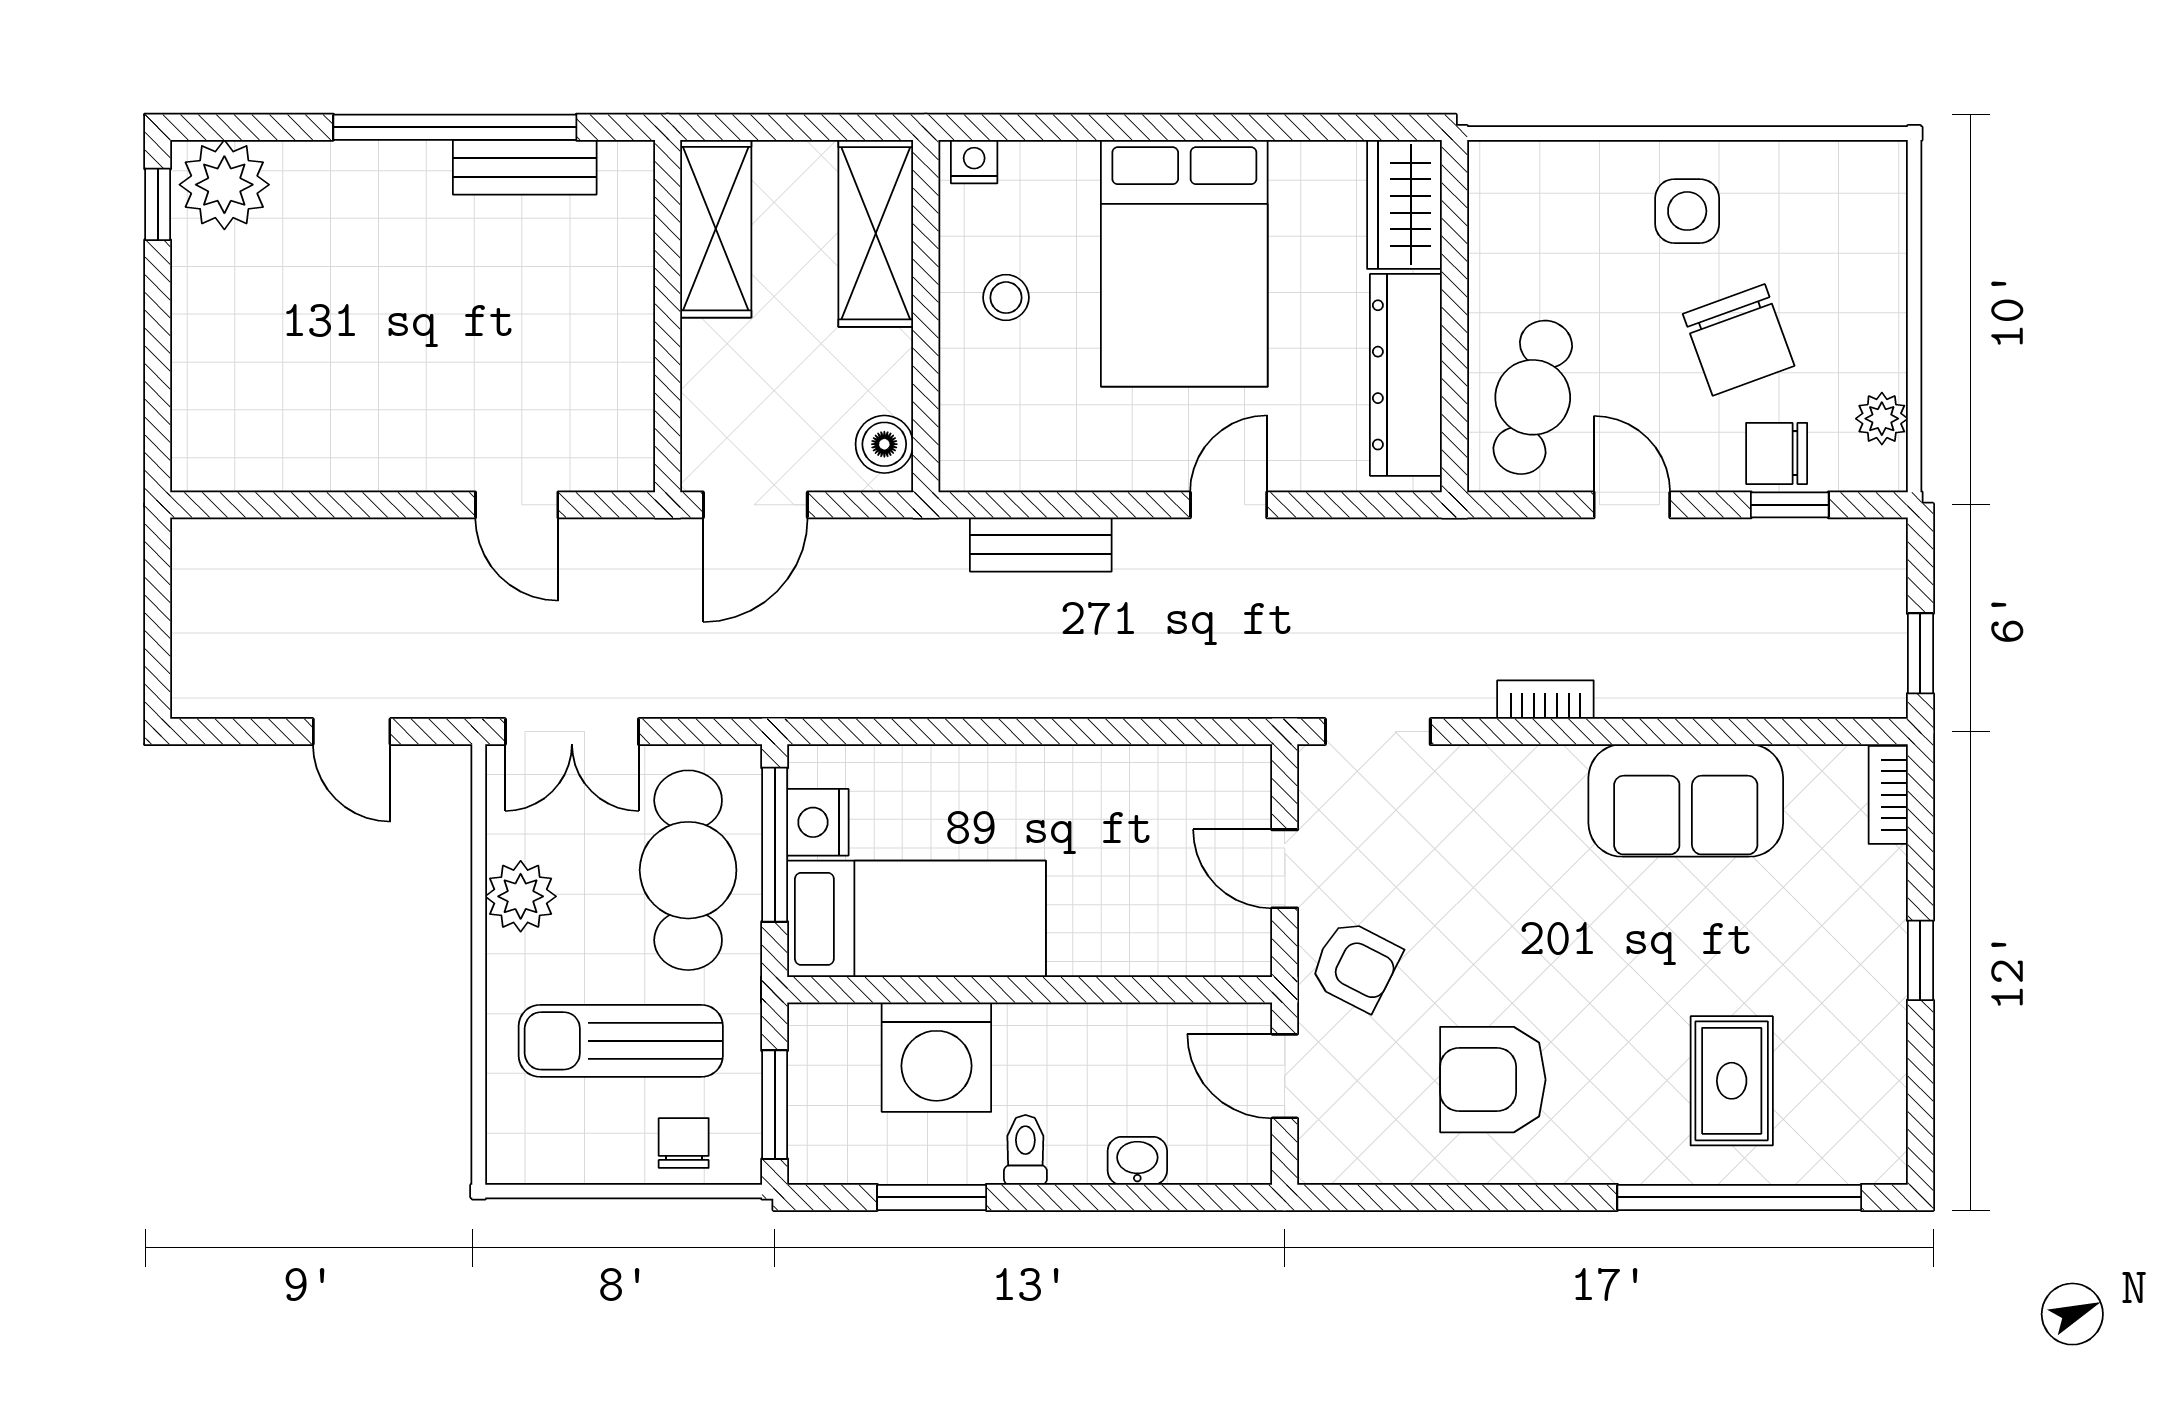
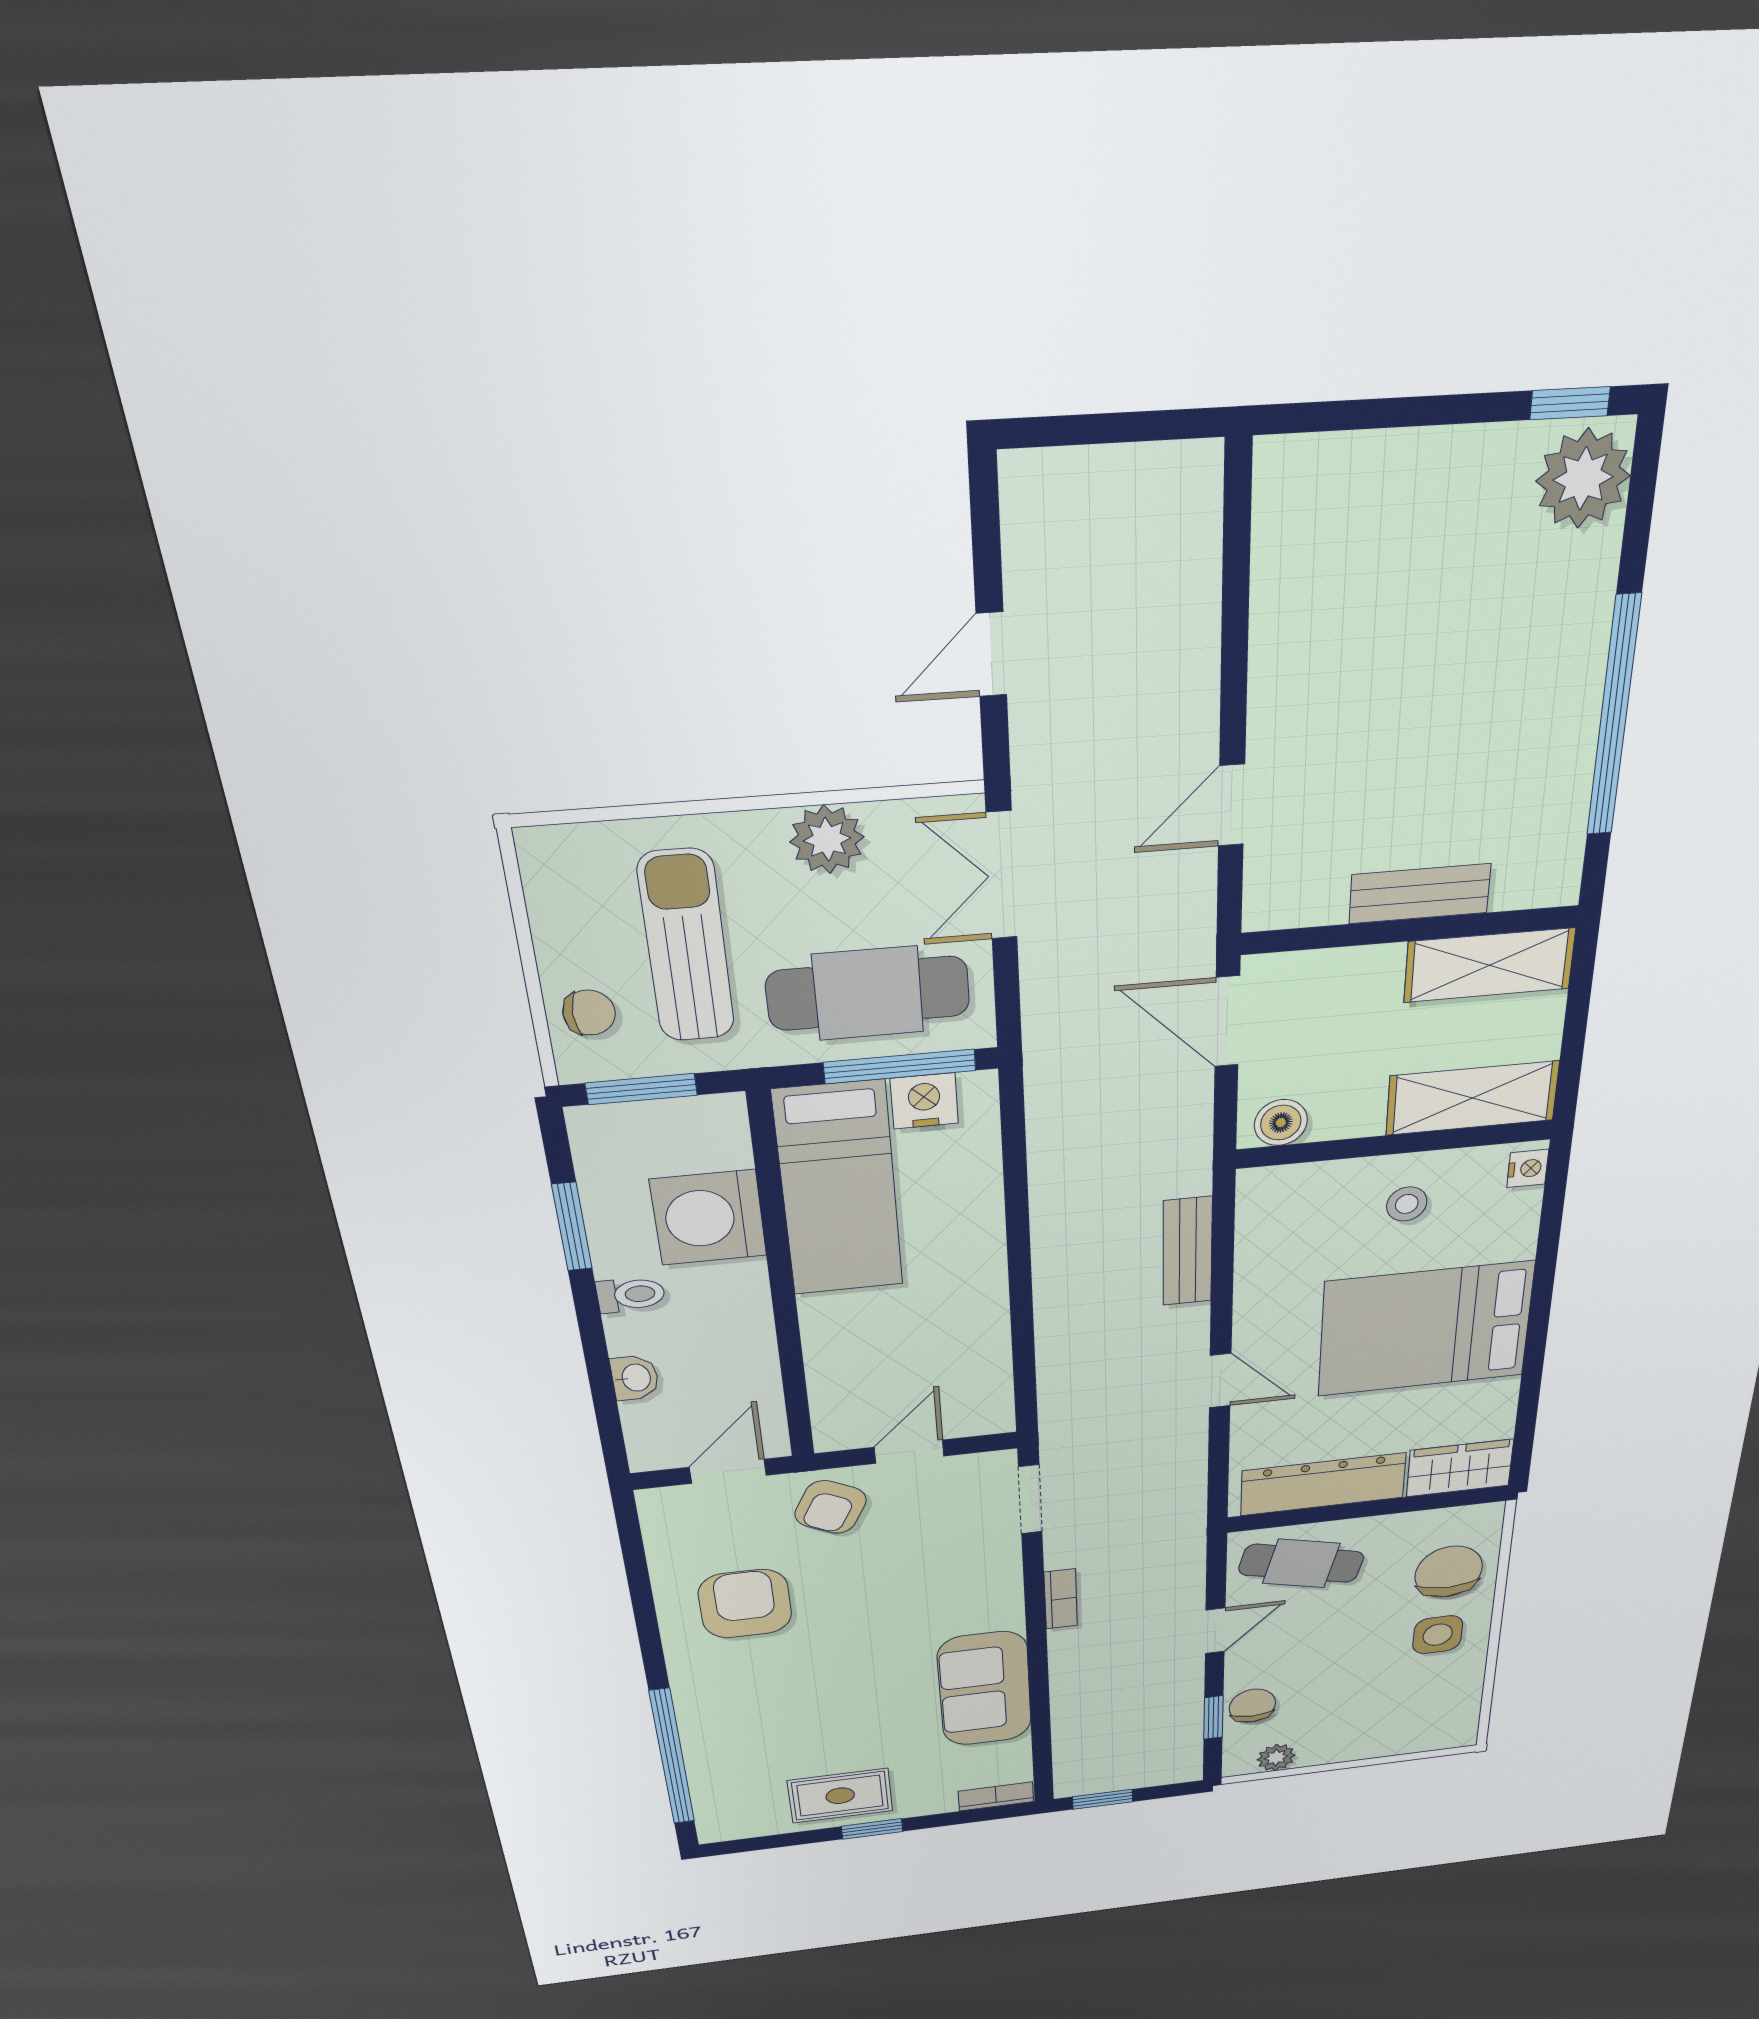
bench: (525, 167) -> (1420, 894), moved, turned 90
chair: (1739, 340) -> (1449, 1572), moved, turned 110
rug: (1732, 1081) -> (840, 1796), moved

